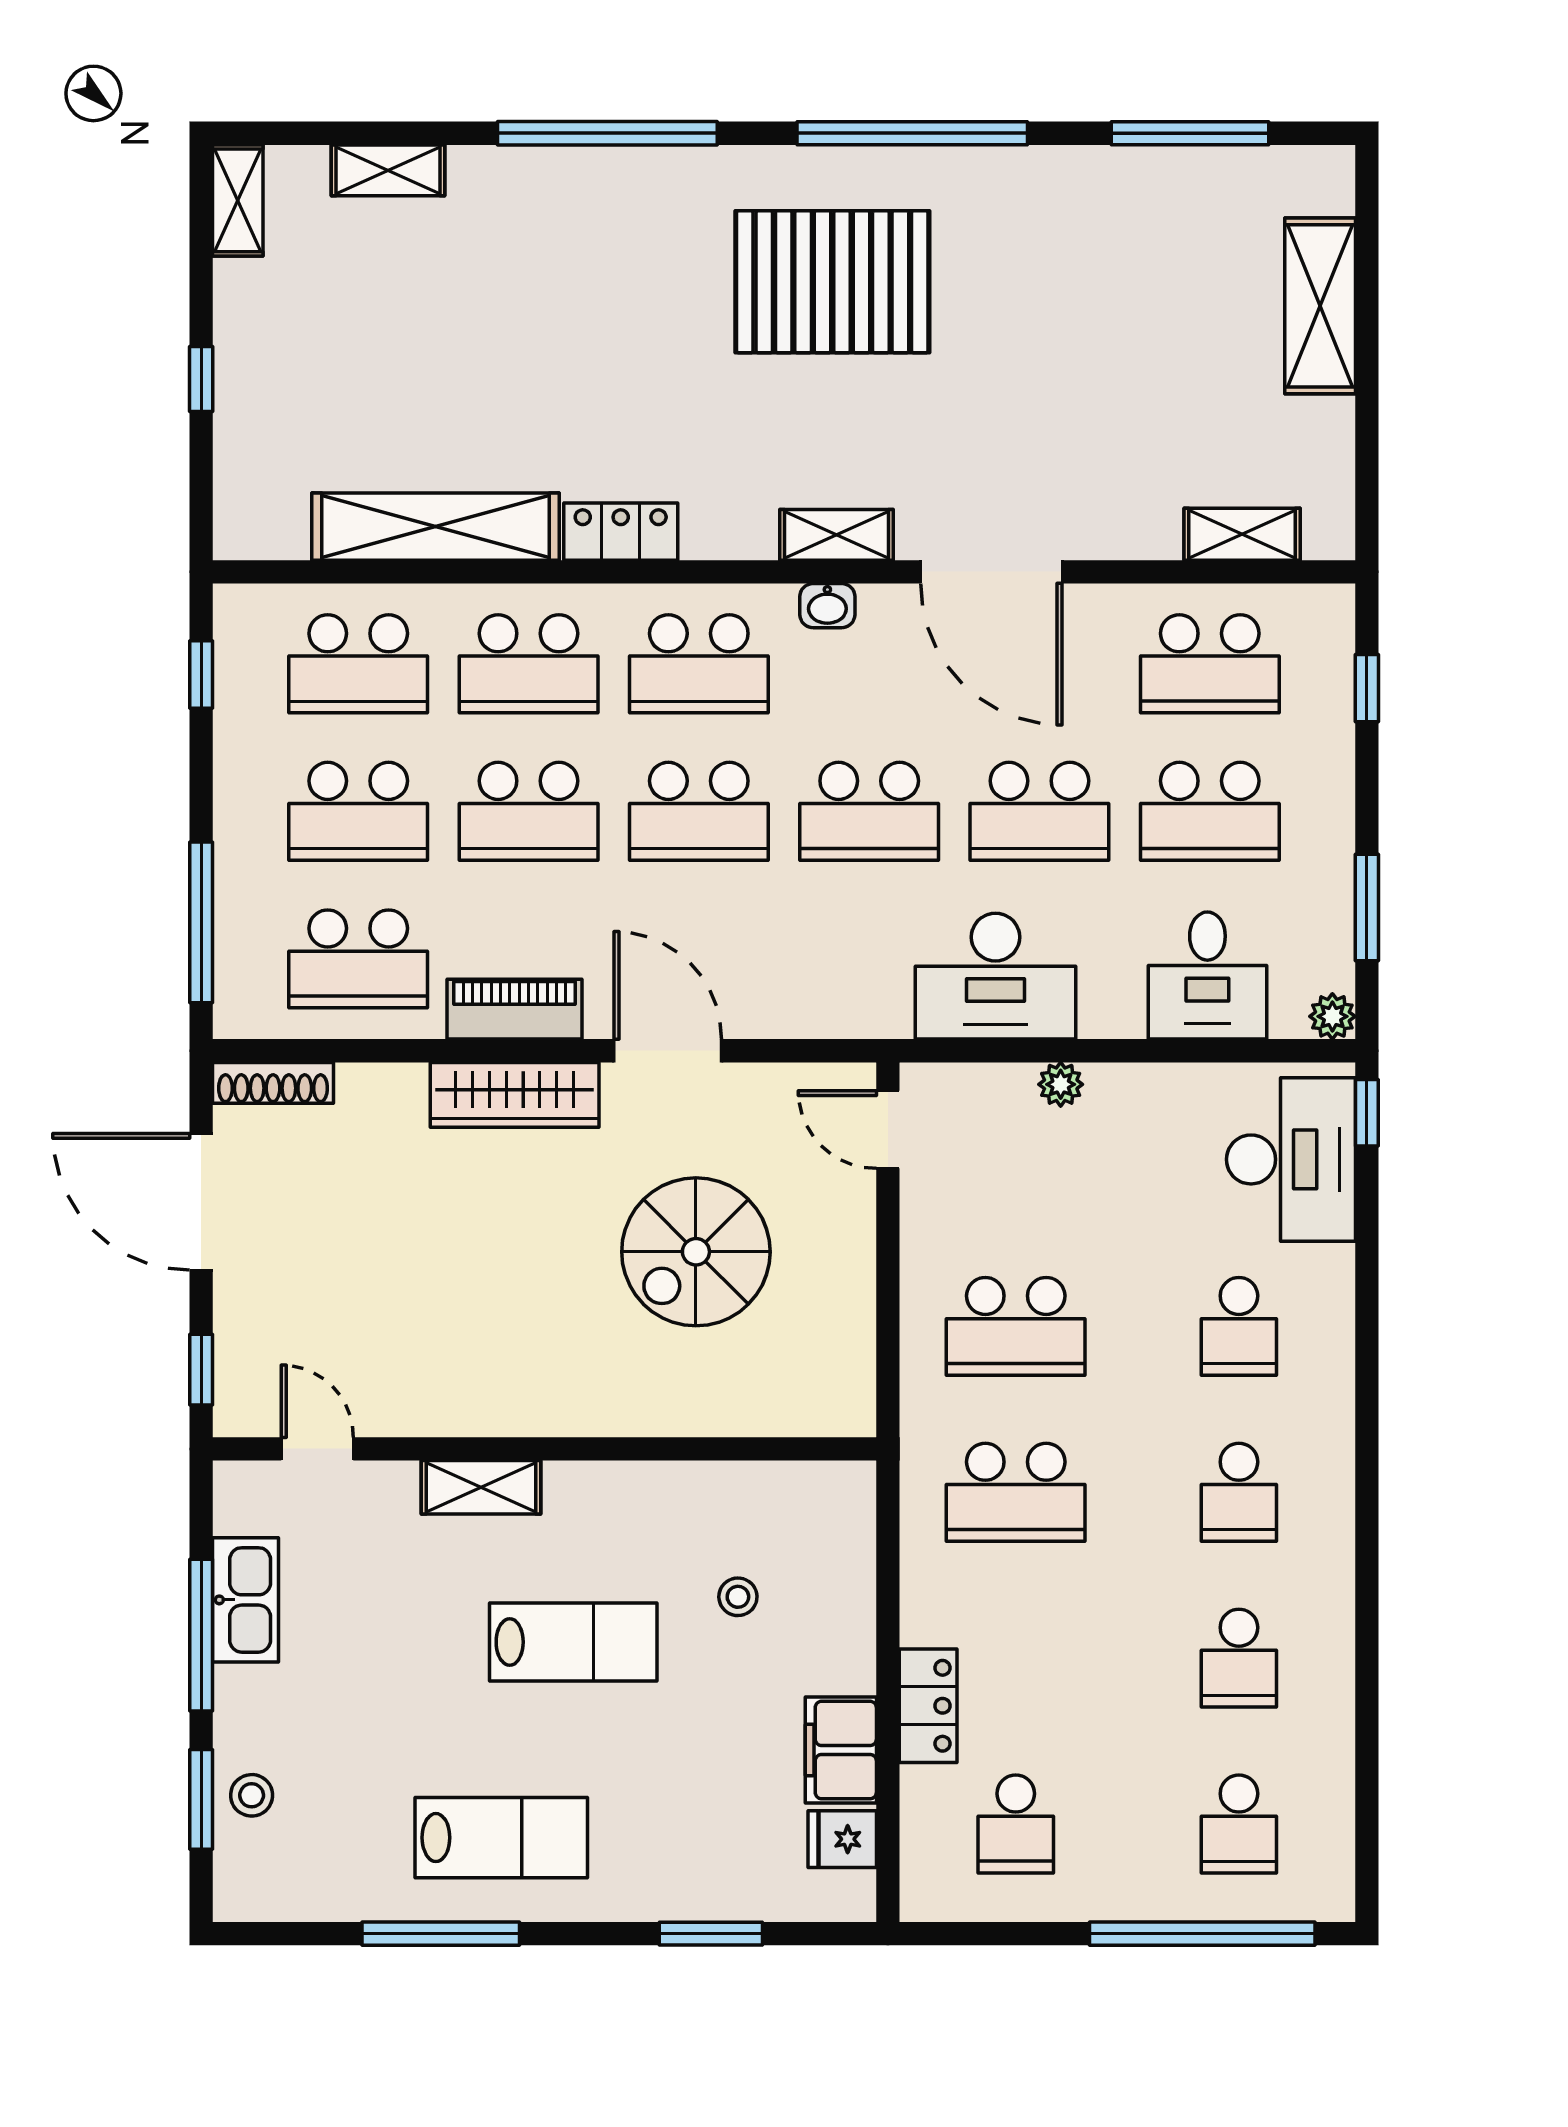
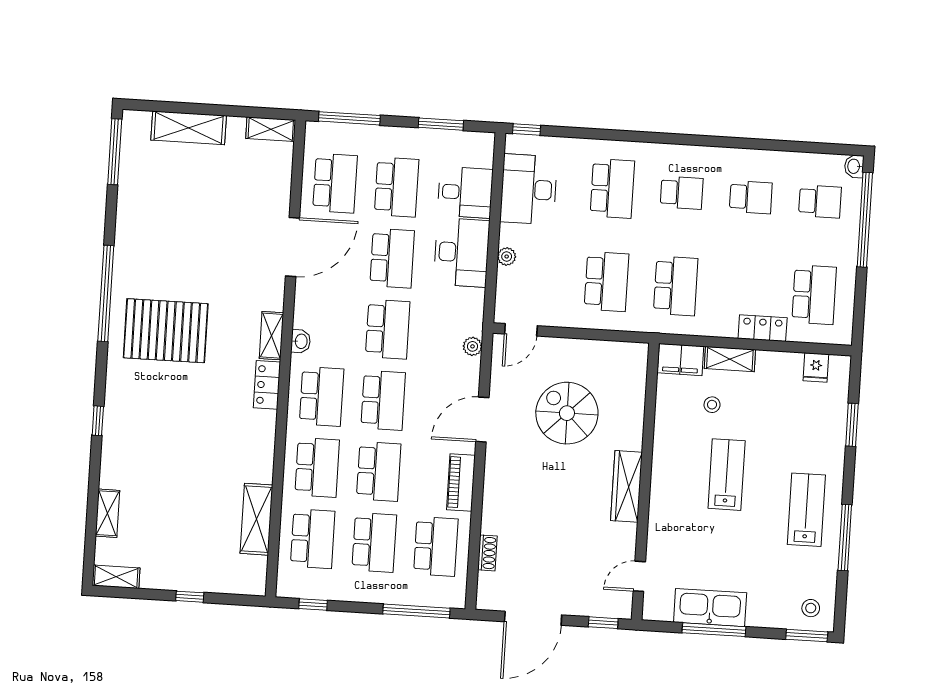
window: (607, 133) -> (98, 421), width x0.32
window: (1190, 133) -> (115, 152), moved
pallet: (832, 282) -> (166, 331), turned 90
shelving: (435, 527) -> (256, 519), width x0.68
locker: (621, 532) -> (267, 385), moved
shelving: (1242, 534) -> (271, 129), moved, turned 90
door: (991, 572) -> (292, 247), moved
window: (1367, 688) -> (349, 118), width x2.17
desk: (996, 976) -> (462, 252), moved
plant: (1332, 1016) -> (473, 346), moved
shoe rack: (273, 1083) -> (487, 553), moved, width x0.70
wardrobe: (515, 1095) -> (626, 486), moved, turned 180
desk: (1291, 1159) -> (529, 189), moved, turned -90
spiral stairs: (696, 1252) -> (567, 413), turned 180
school desk: (1239, 1326) -> (612, 188), width x1.85
shelving: (481, 1487) -> (730, 359), moved, turned 90
kitchen sink: (246, 1600) -> (710, 608), width x1.36, depth x1.24
filing cabinet: (841, 1750) -> (681, 360), moved
stool: (252, 1795) -> (811, 608), moved
window: (201, 1799) -> (807, 636), moved
school desk: (1016, 1824) -> (814, 295), width x1.85
washbasin: (1328, 1900) -> (854, 166), added

